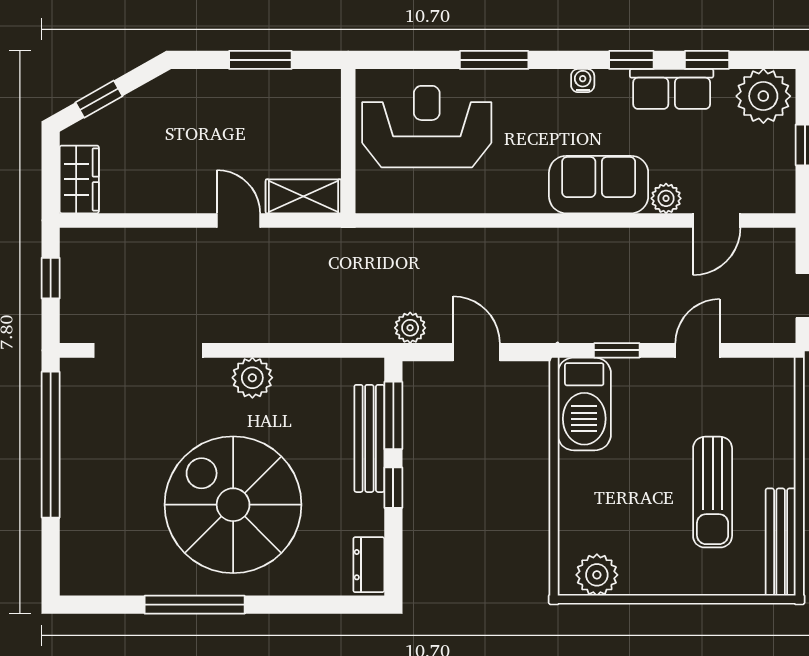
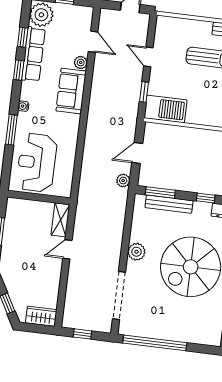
water cooler: (583, 81) -> (23, 106), moved
row of seats: (672, 89) -> (33, 54), width x1.48
window: (393, 488) -> (206, 198), moved

